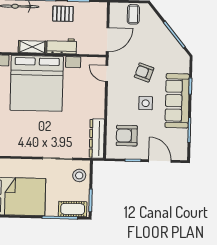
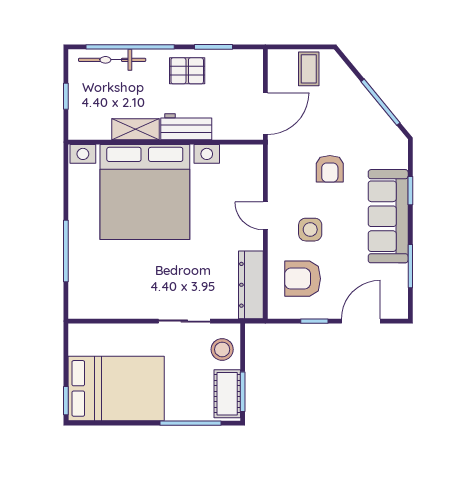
armchair: (144, 72) -> (330, 169), turned -109
door: (107, 73) -> (265, 216), moved
side table: (146, 103) -> (310, 230), moved
door: (160, 161) -> (361, 321), hinge flipped
cot: (73, 209) -> (227, 394), moved, turned 90

